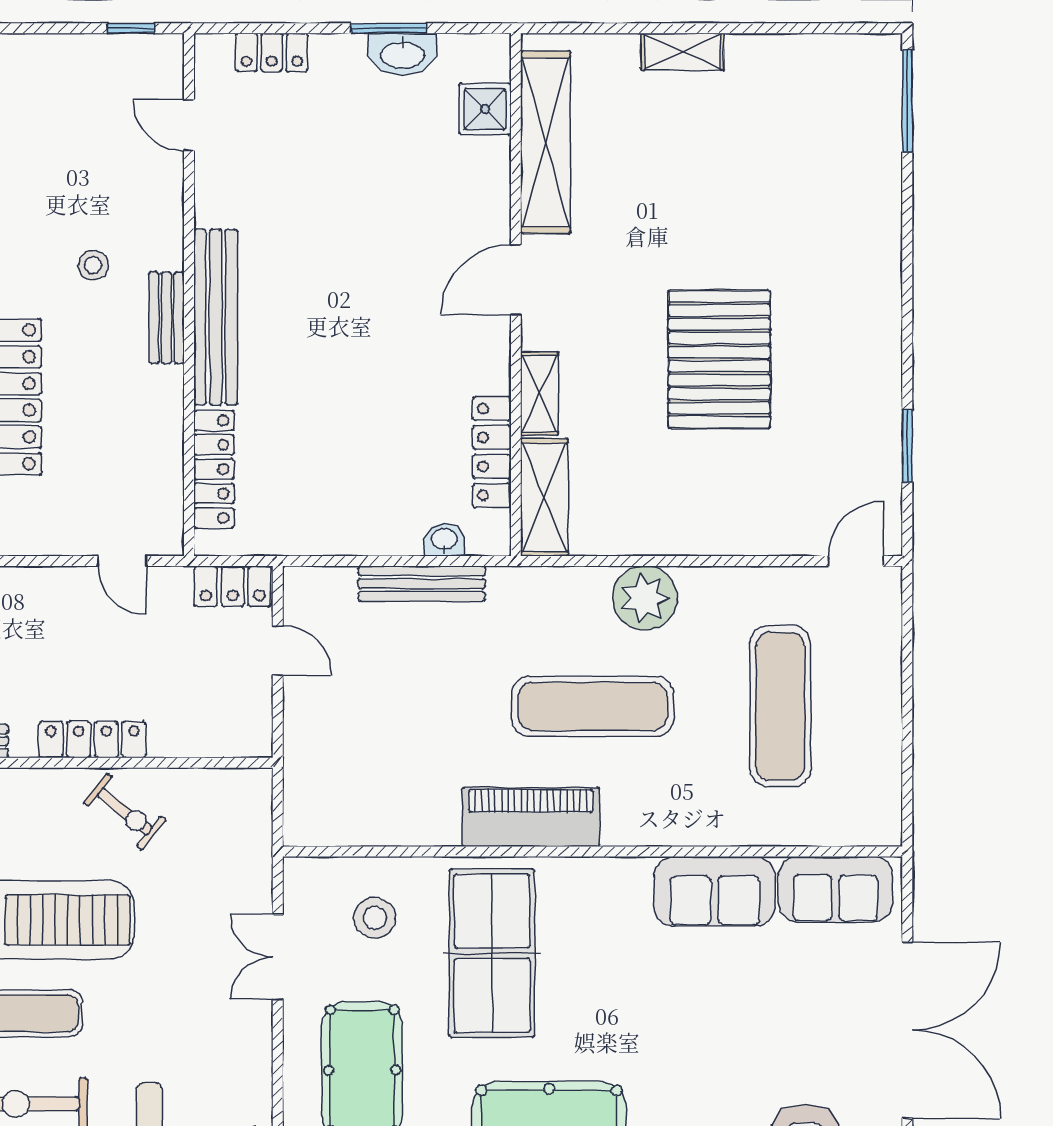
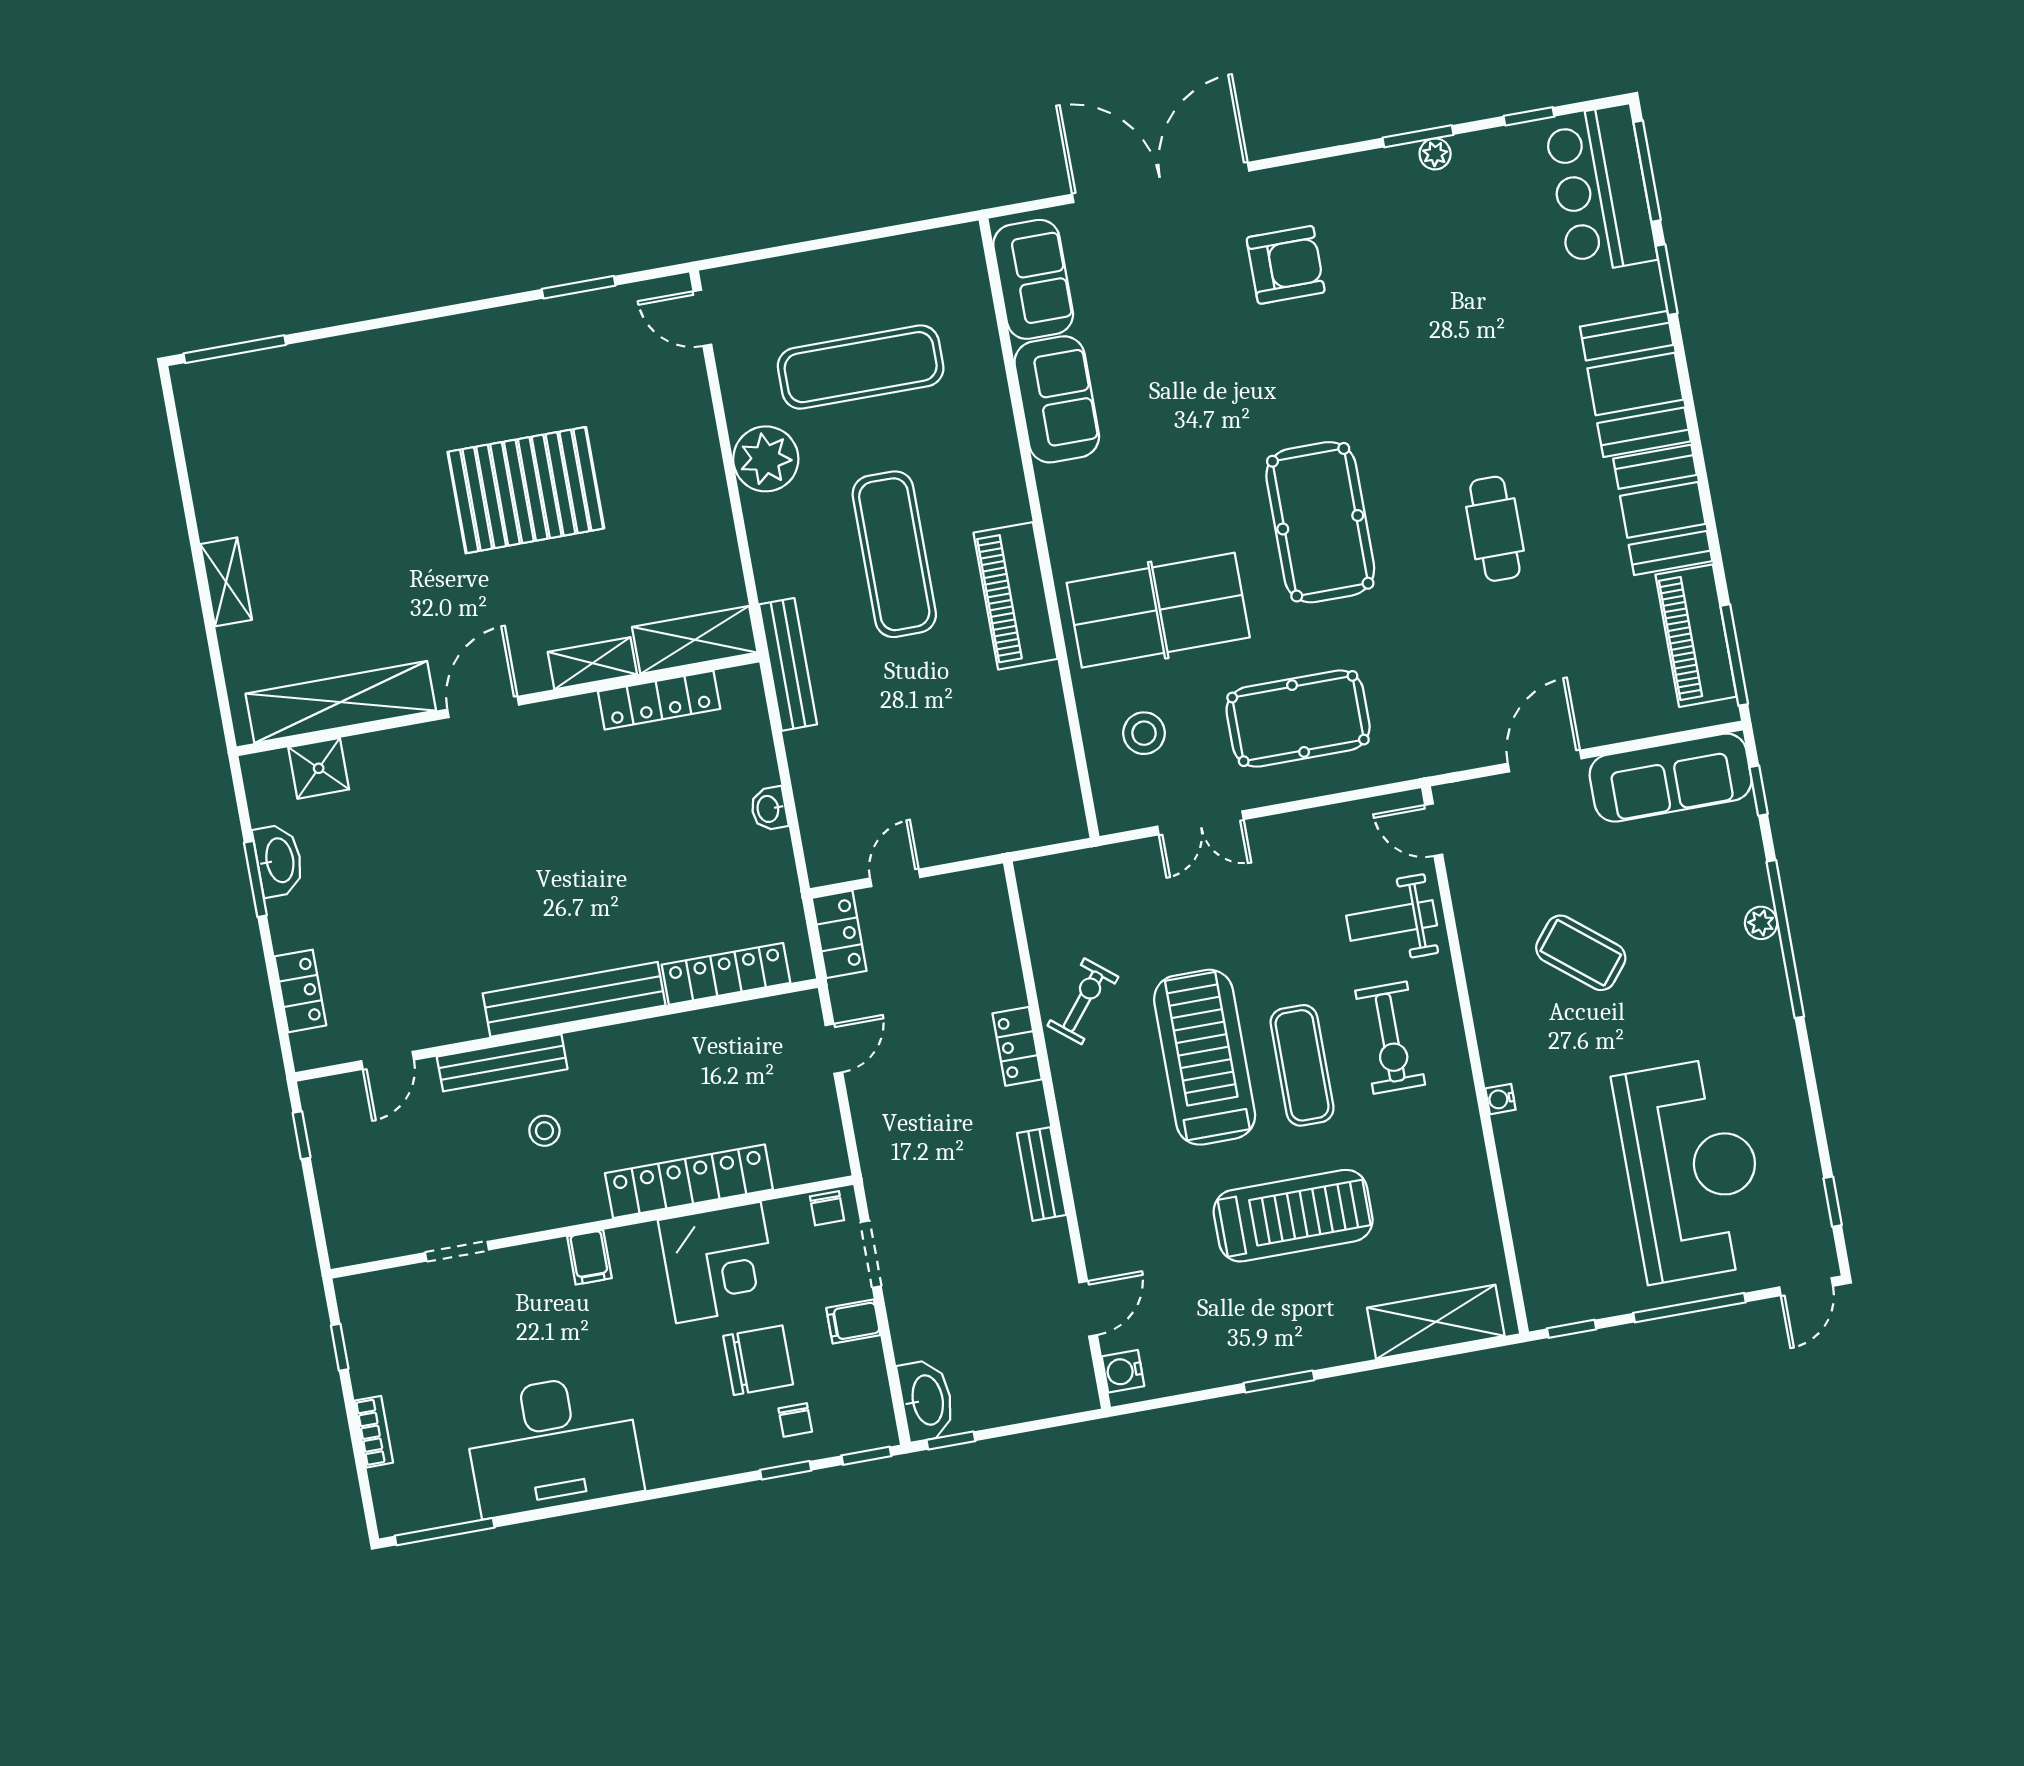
door: (516, 280) -> (483, 707), swing flipped
bench: (167, 318) -> (502, 1063), moved, width x1.36
washbasin: (444, 540) -> (769, 809), moved
bench: (422, 584) -> (788, 664), moved
plant: (645, 598) -> (766, 459), moved
locker: (92, 740) -> (1017, 1046), width x0.66

